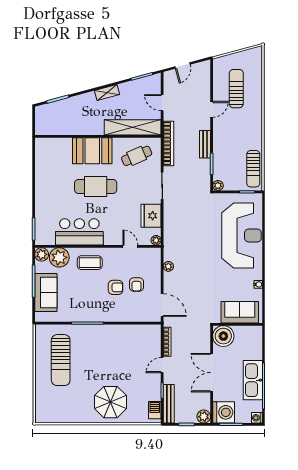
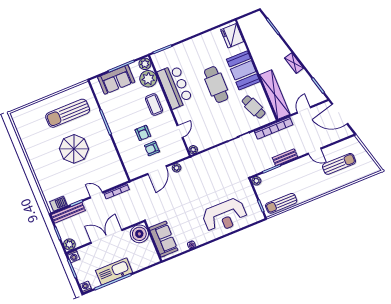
door: (183, 65) -> (340, 114), width x1.88
fridge: (151, 216) -> (232, 36), moved, turned -90
reception desk: (242, 235) -> (225, 216), width x0.74, depth x0.77
door: (162, 305) -> (157, 170), moved
parasol: (110, 402) -> (74, 149), moved
washing machine: (224, 412) -> (73, 256), width x0.53, depth x0.53

